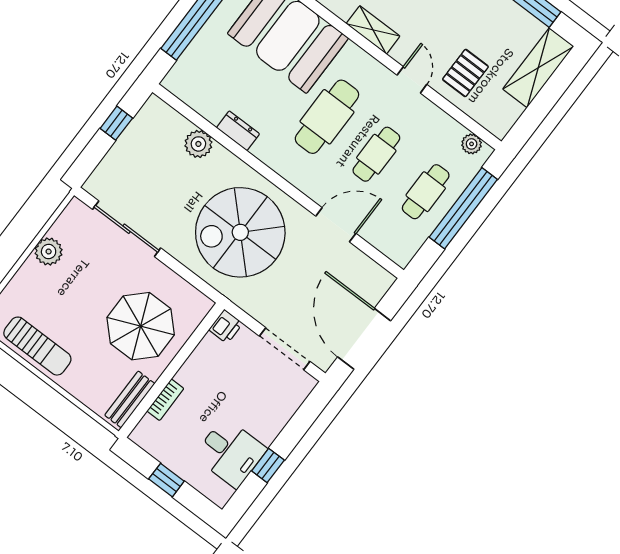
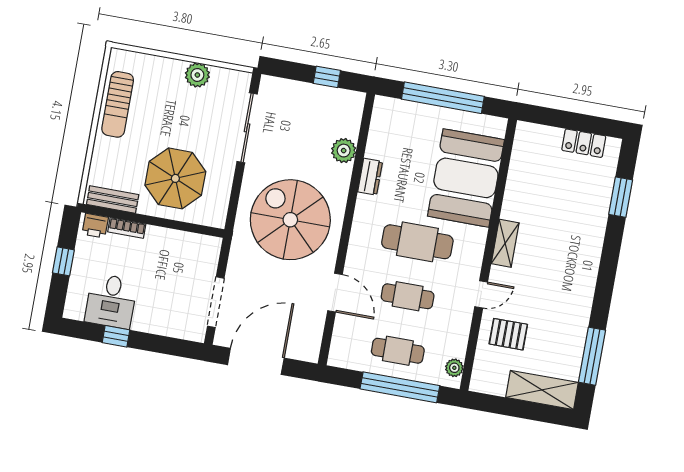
printer: (226, 326) -> (95, 226), moved

